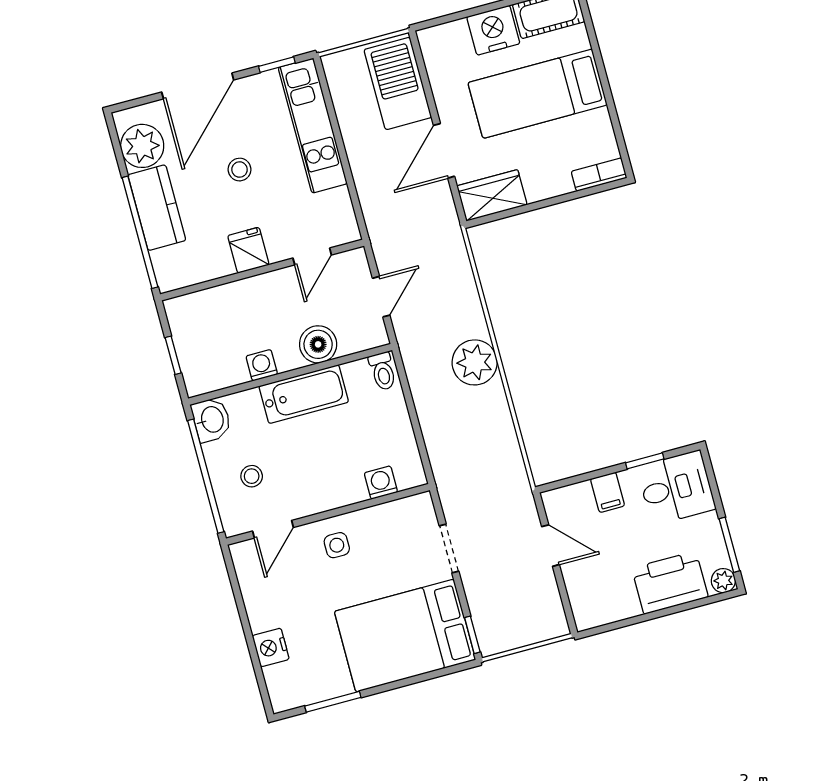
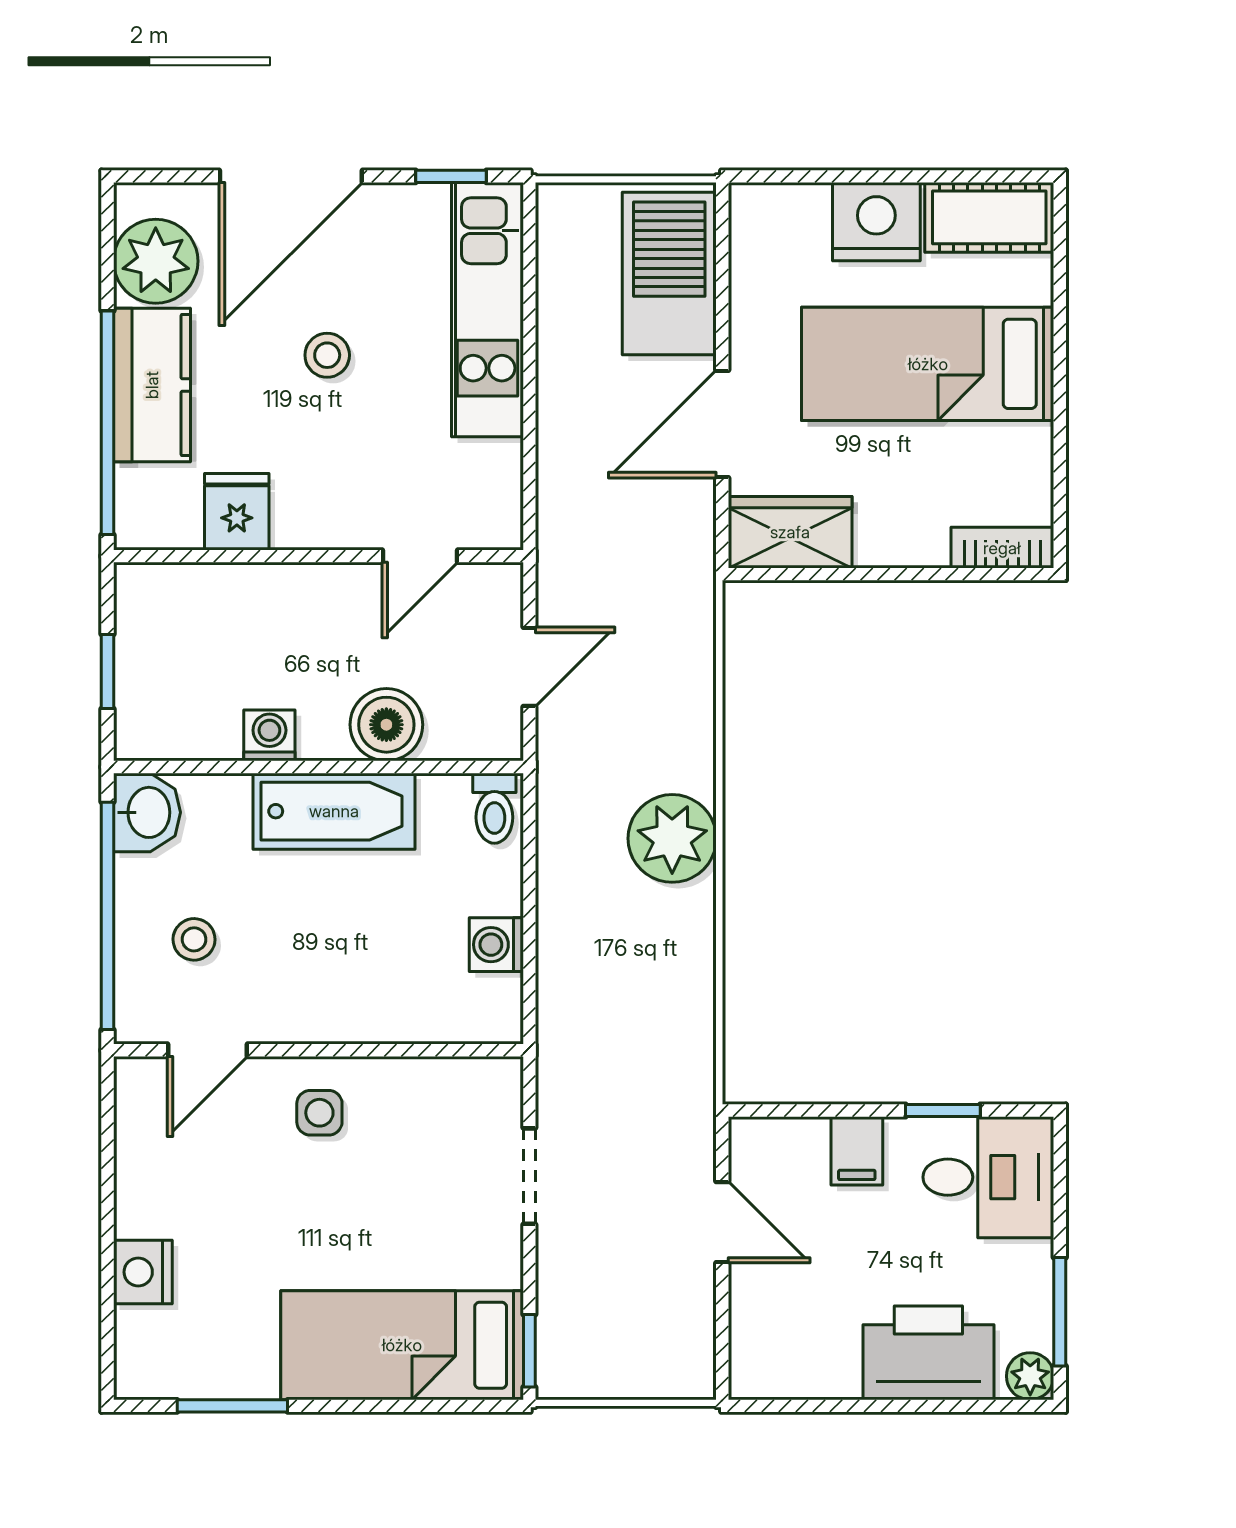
fridge: (248, 250) -> (237, 512), moved
washing machine: (381, 483) -> (496, 945), moved, turned -90
bed: (405, 636) -> (402, 1345), width x0.67

